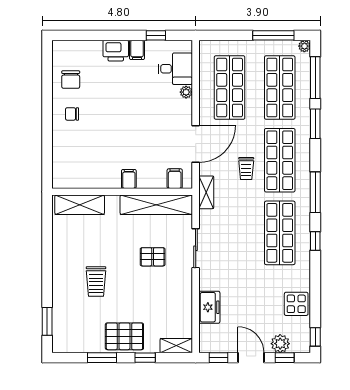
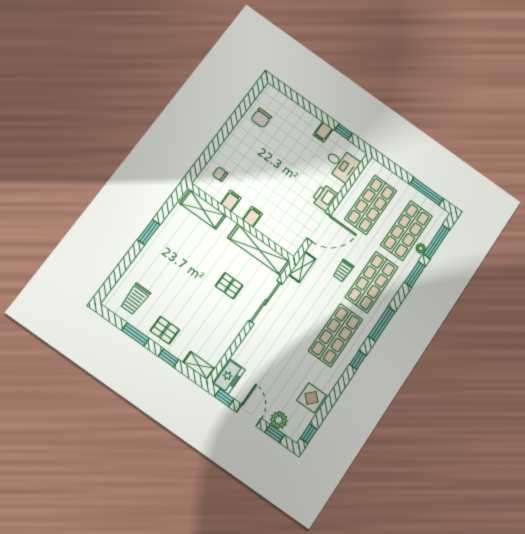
plant: (304, 46) -> (421, 248), moved
printer: (116, 51) -> (325, 198), moved, turned 90
plant: (186, 92) -> (338, 186), removed
chair: (72, 114) -> (220, 174), moved
filing cabinet: (175, 179) -> (231, 201), moved
sliding door: (196, 248) -> (265, 302), width x1.37
trolley: (96, 281) -> (135, 299), moved
freezer: (209, 307) -> (229, 376), moved
window: (47, 321) -> (149, 232), moved
pallet: (124, 336) -> (165, 330), width x0.67, depth x0.71

